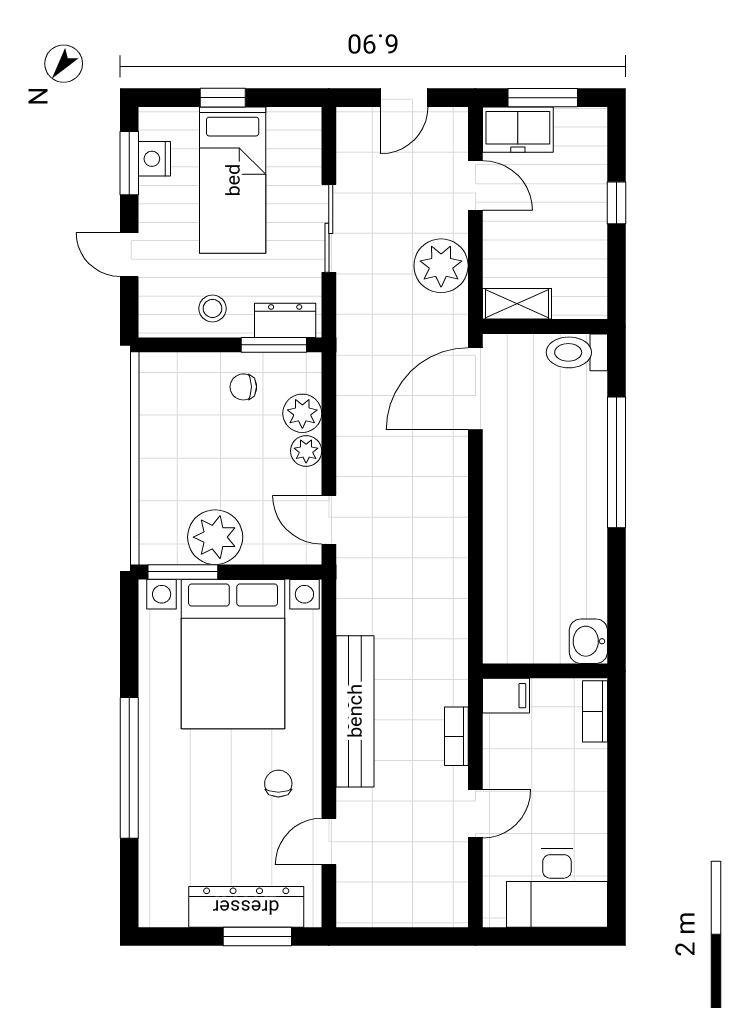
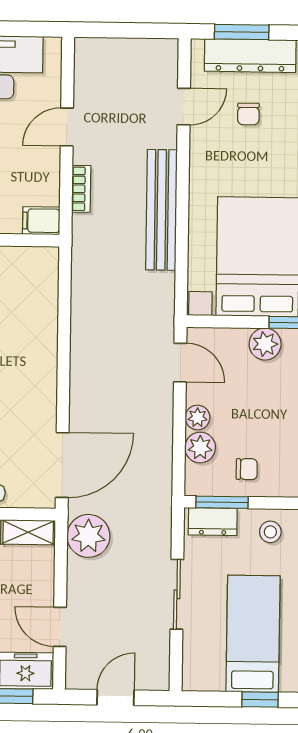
plant: (441, 266) -> (88, 536), moved
plant: (215, 537) -> (265, 344), width x0.73, depth x0.73
chair: (278, 784) -> (248, 114), moved

